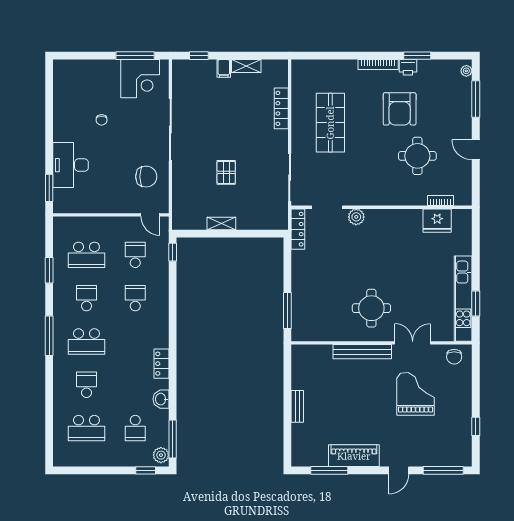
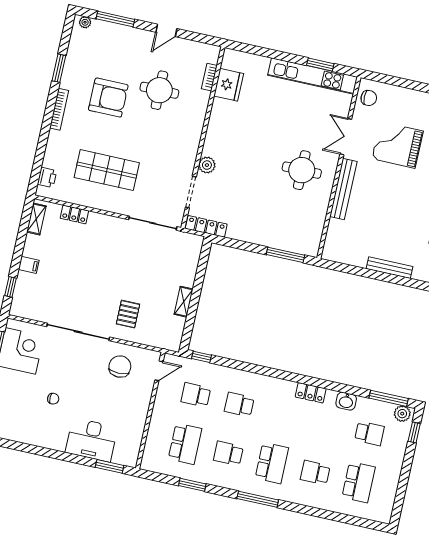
shelving: (246, 66) -> (36, 219), moved
printer: (408, 67) -> (47, 177), moved
locker: (281, 108) -> (74, 215), width x0.66
pallet: (226, 172) -> (128, 314), moved, turned 90
bench: (297, 406) -> (390, 268), width x1.36

